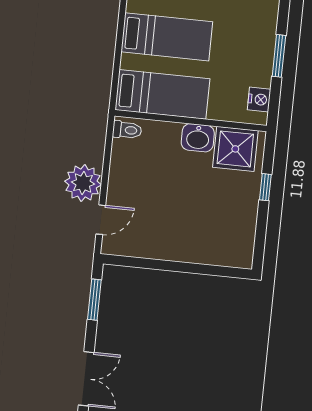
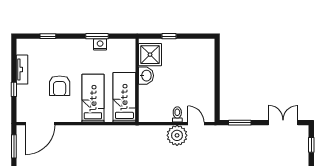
nightstand: (259, 99) -> (100, 44), moved
toilet: (127, 130) -> (177, 114), moved

